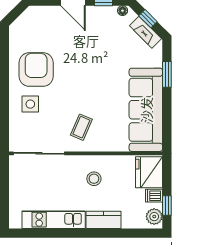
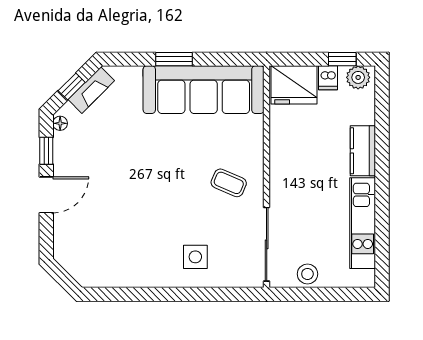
armchair: (36, 69) -> (145, 248), removed
window: (167, 74) -> (174, 59), moved
stool: (94, 179) -> (307, 274), moved

